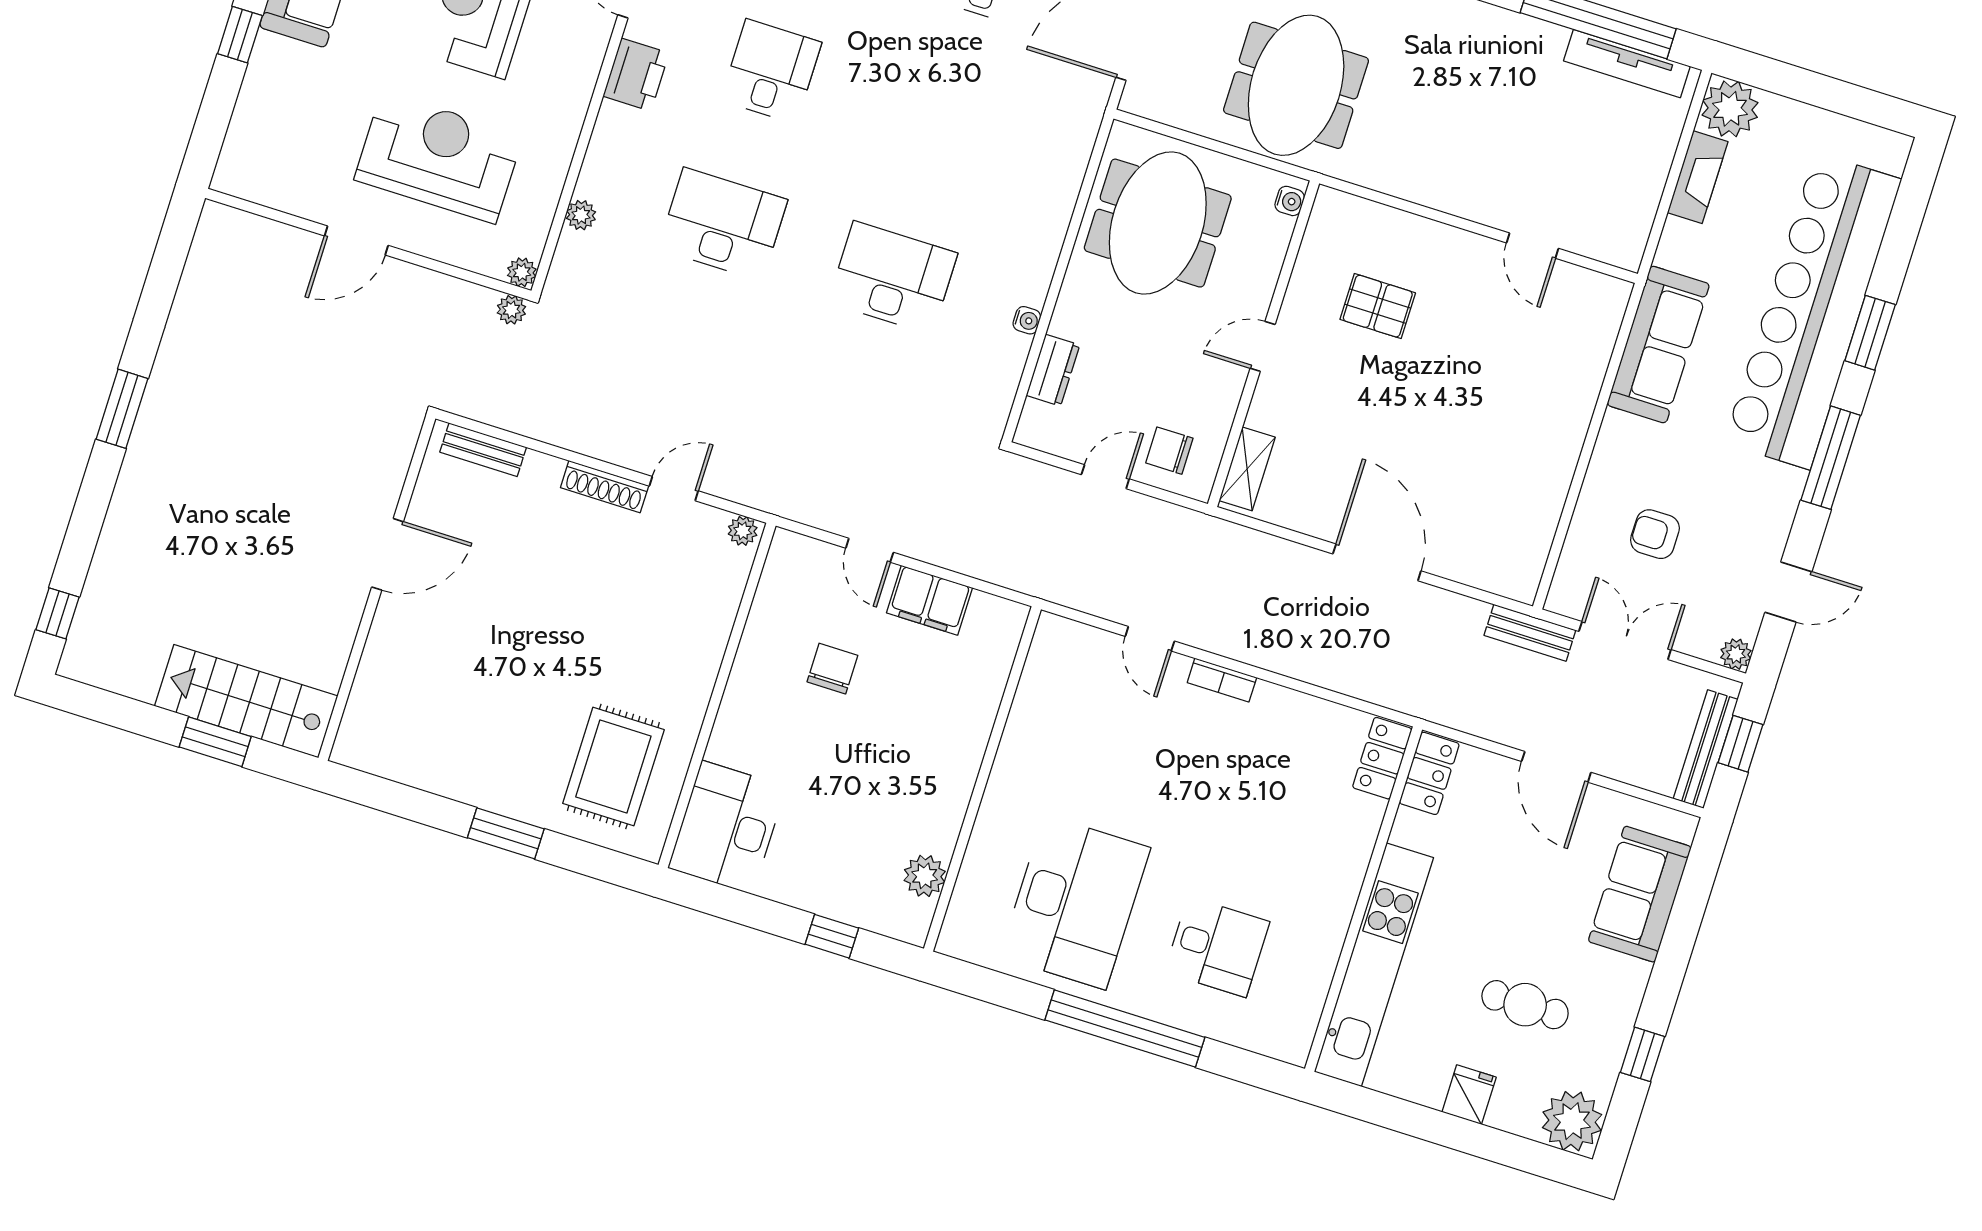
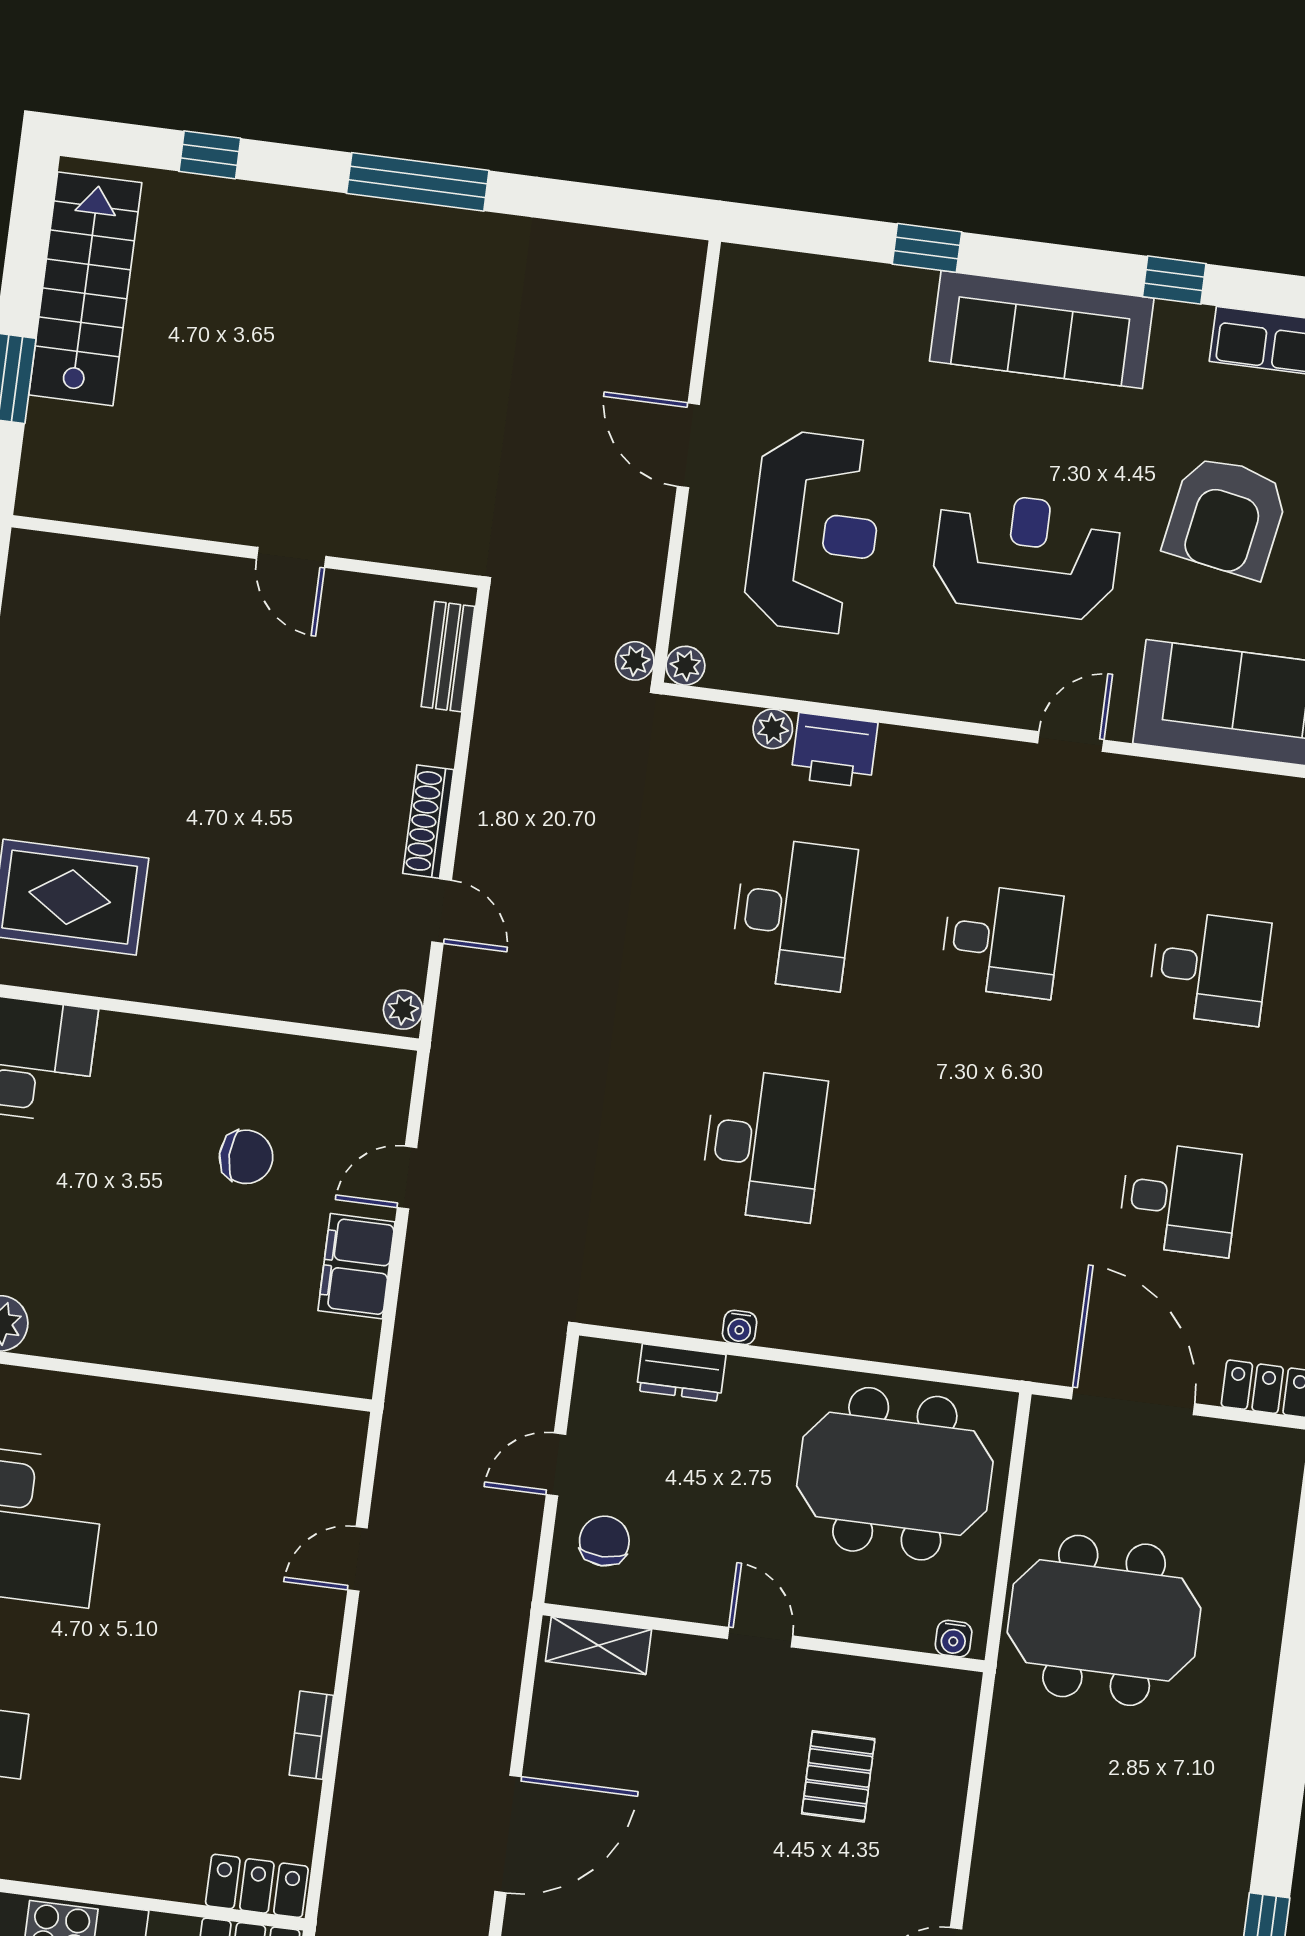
printer: (636, 75) -> (834, 750), moved
window: (122, 409) -> (418, 182), width x1.44
door: (1105, 477) -> (556, 1464), swing flipped
door: (388, 554) -> (291, 557), width x0.73
window: (57, 613) -> (210, 155), moved
bookcase: (1222, 680) -> (311, 1735), moved
stairs: (246, 701) -> (85, 289), moved

